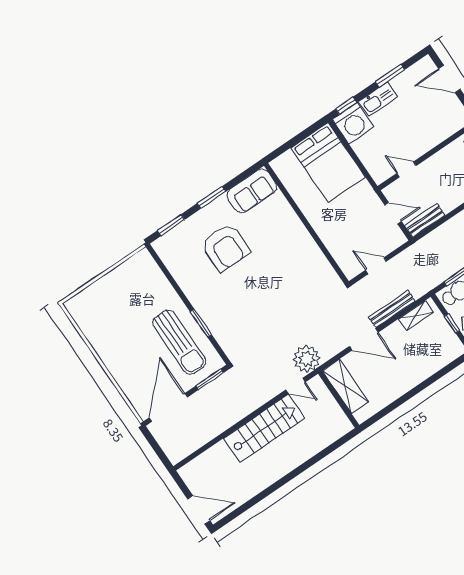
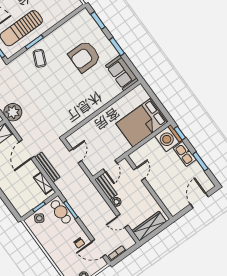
plant: (448, 205) -> (116, 202), added
coffee table: (226, 316) -> (40, 58), added

